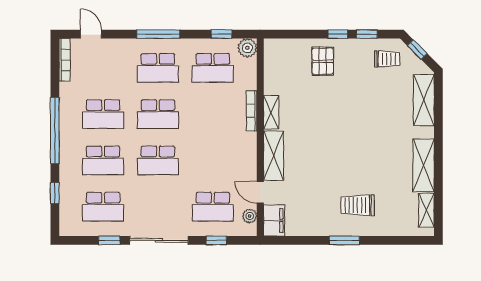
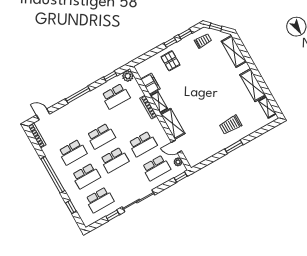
school desk: (158, 68) -> (143, 144), moved
filing cabinet: (274, 220) -> (150, 84), moved
window: (216, 240) -> (181, 177), moved

